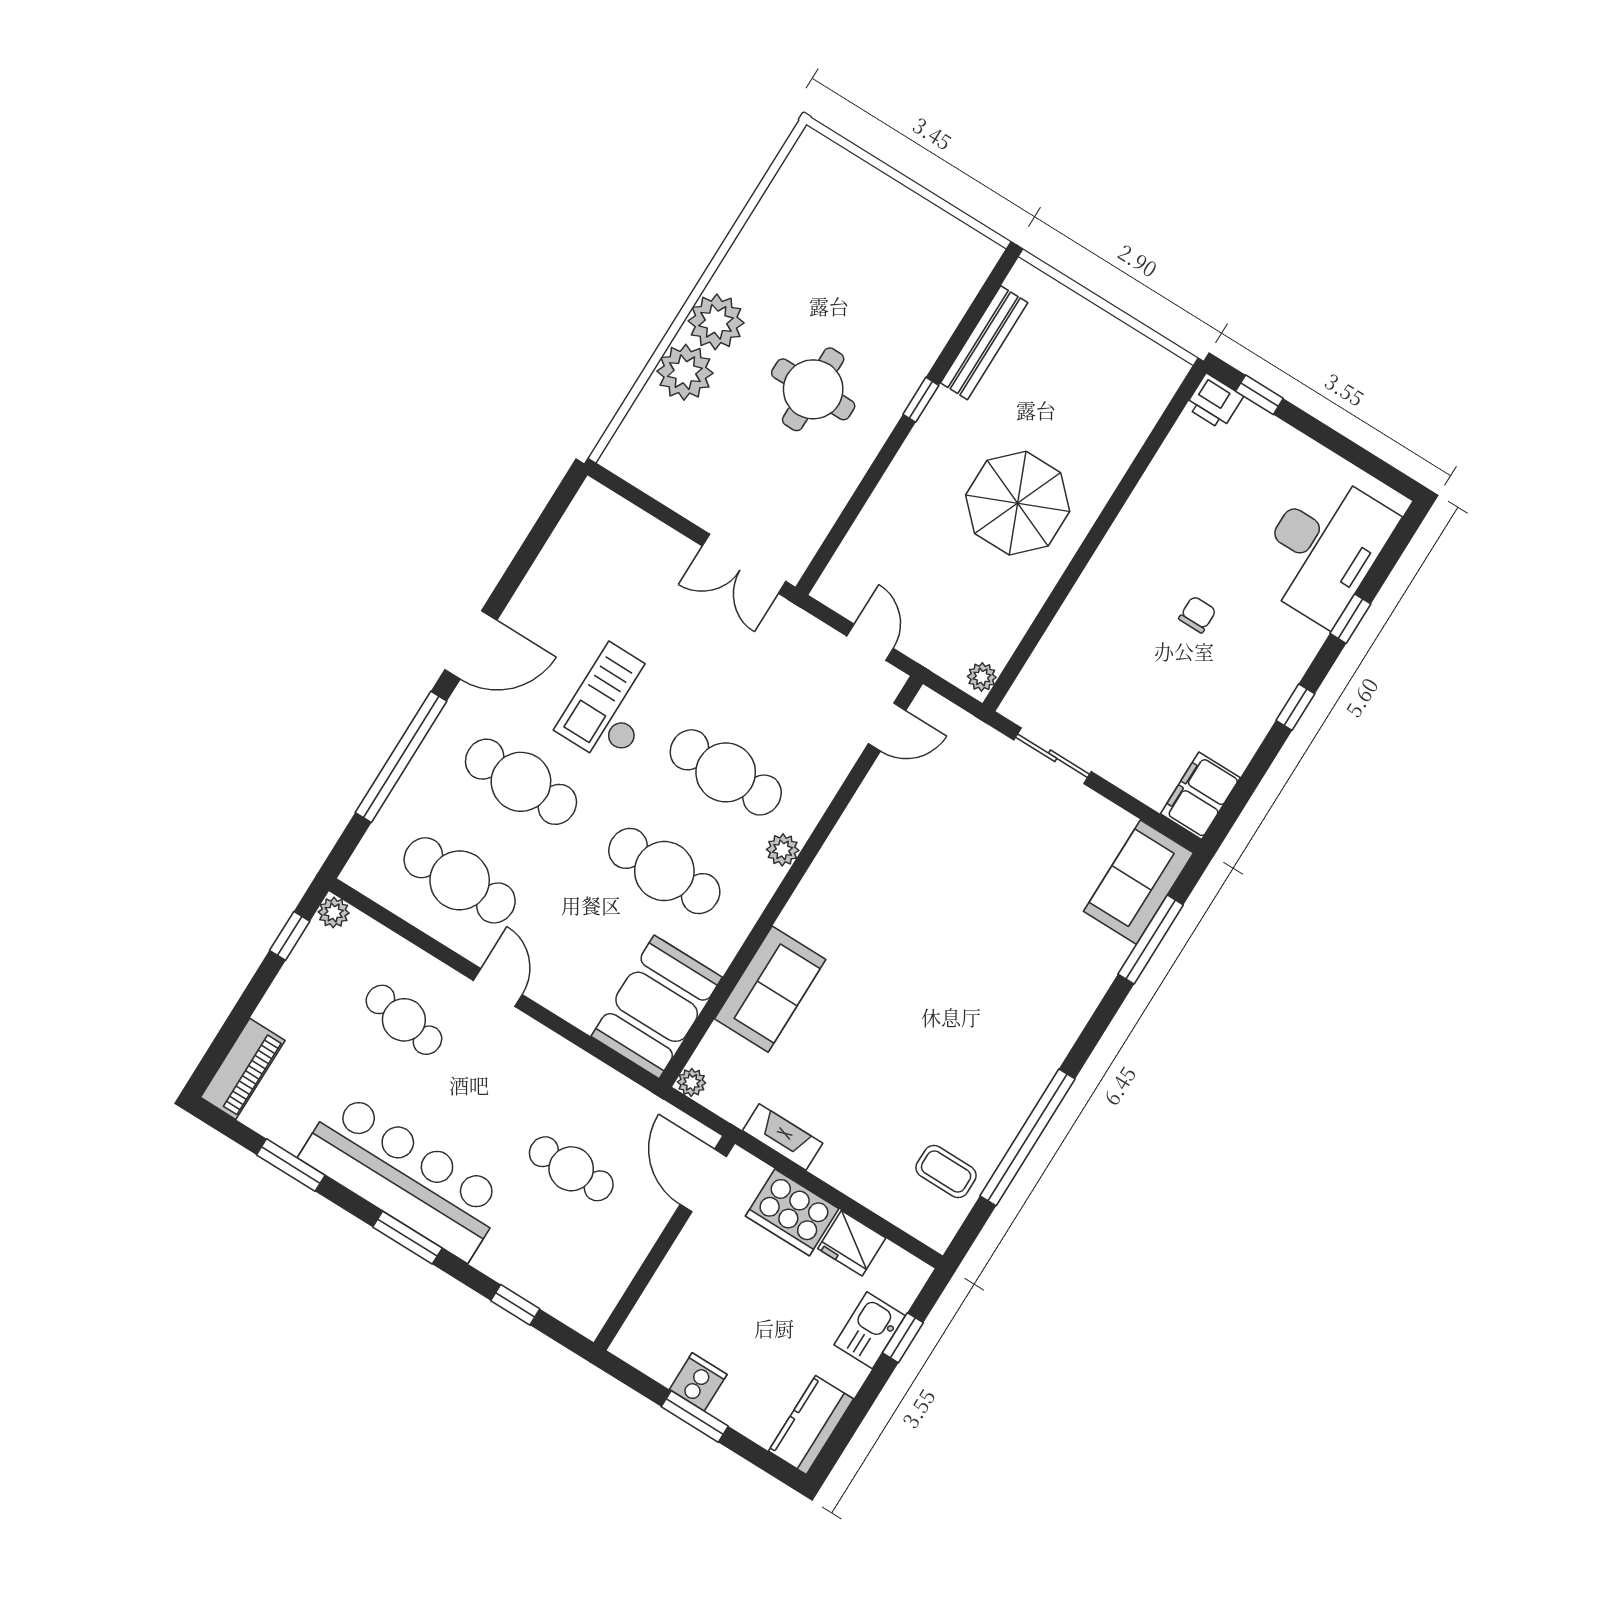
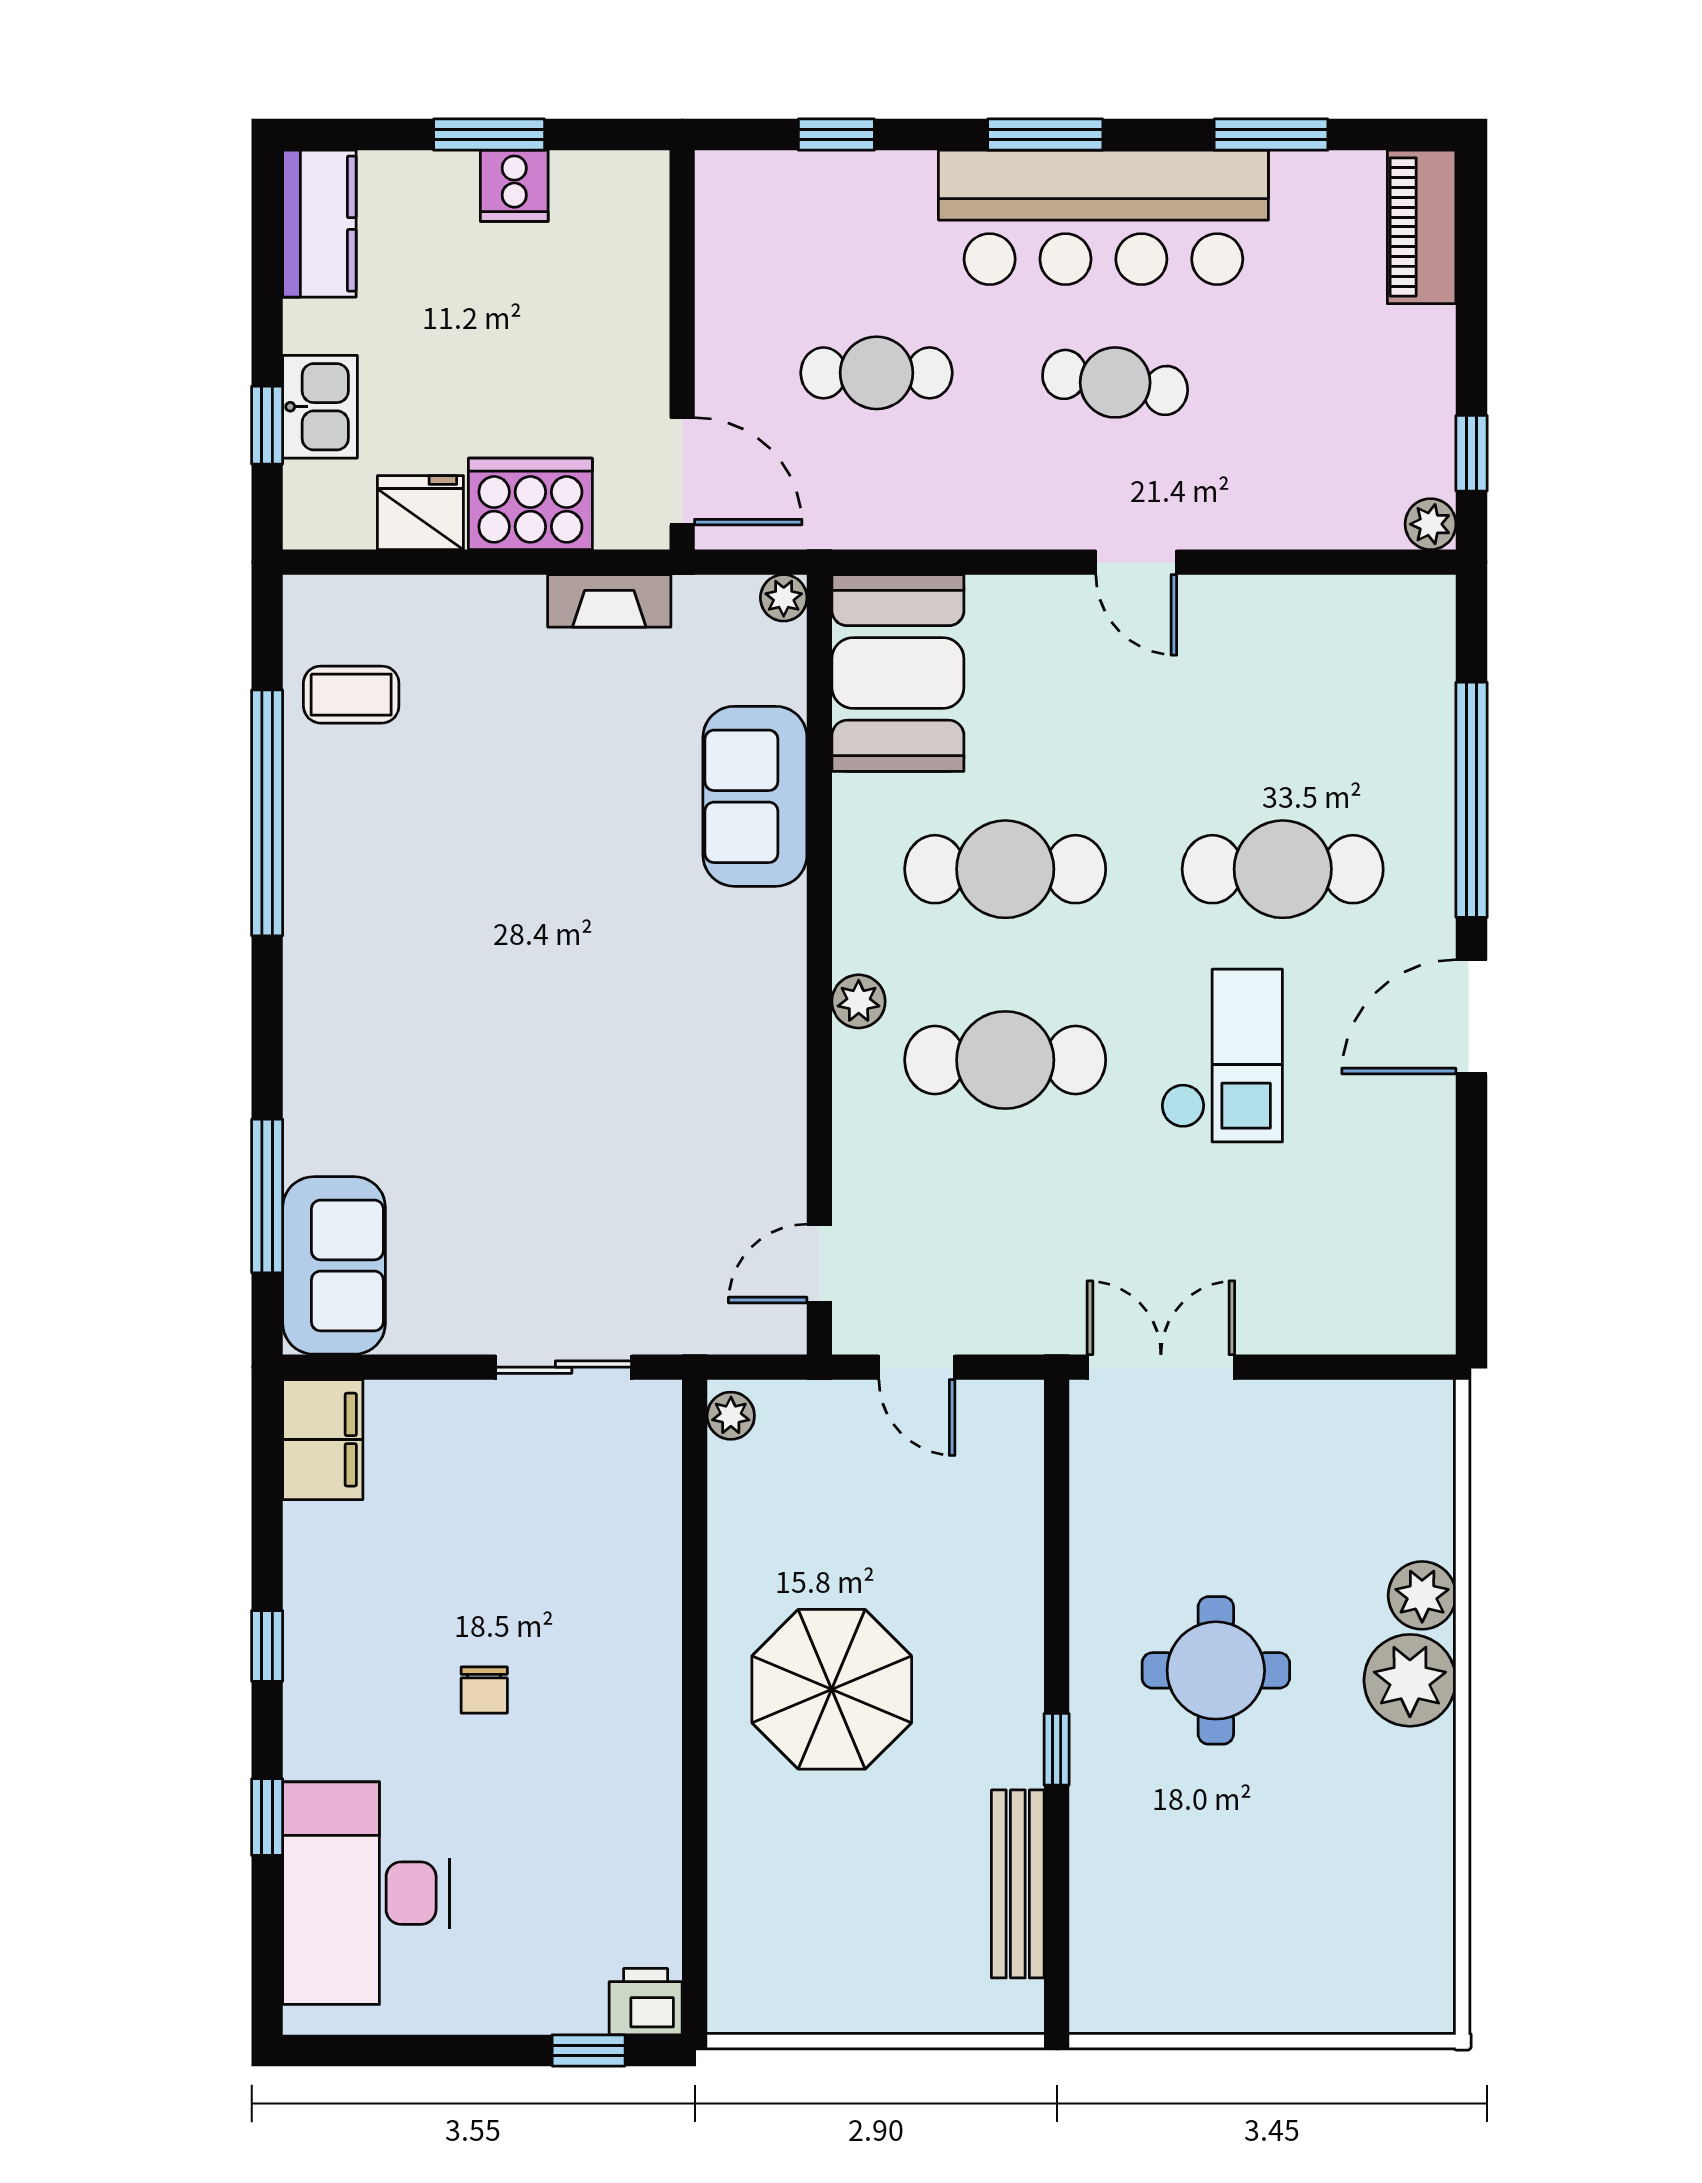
plant: (685, 372) -> (1422, 1595), width x0.73, depth x0.73
cafe table: (460, 880) -> (1283, 678), removed
cafe table: (404, 1020) -> (1115, 382), moved

